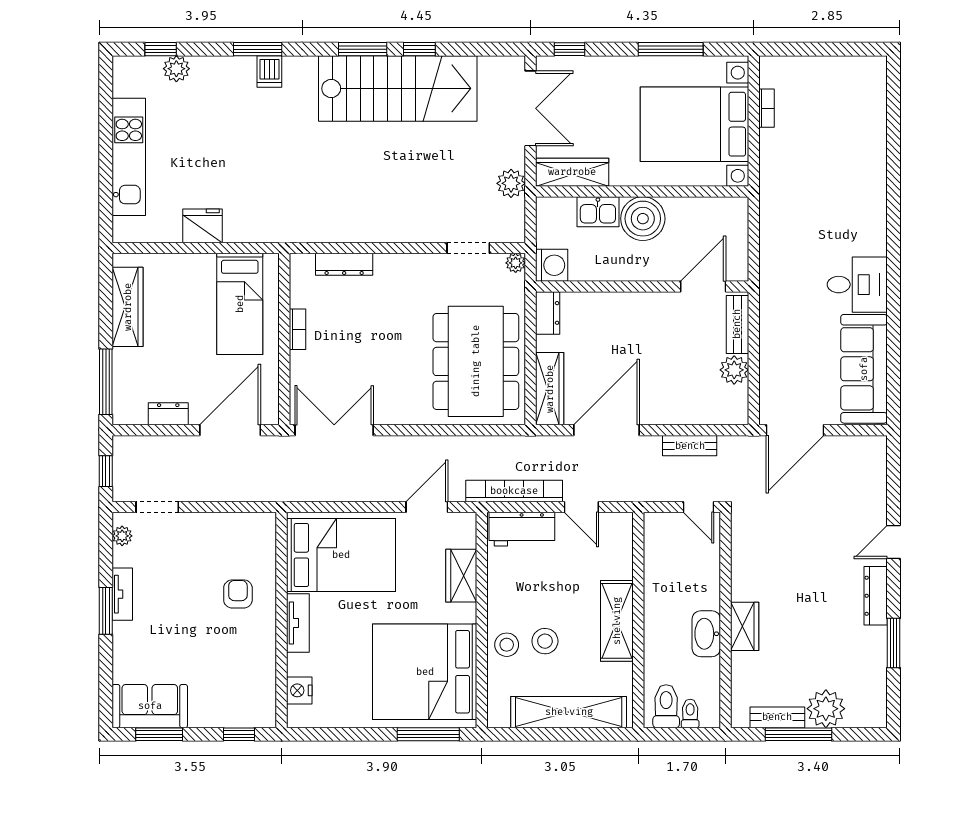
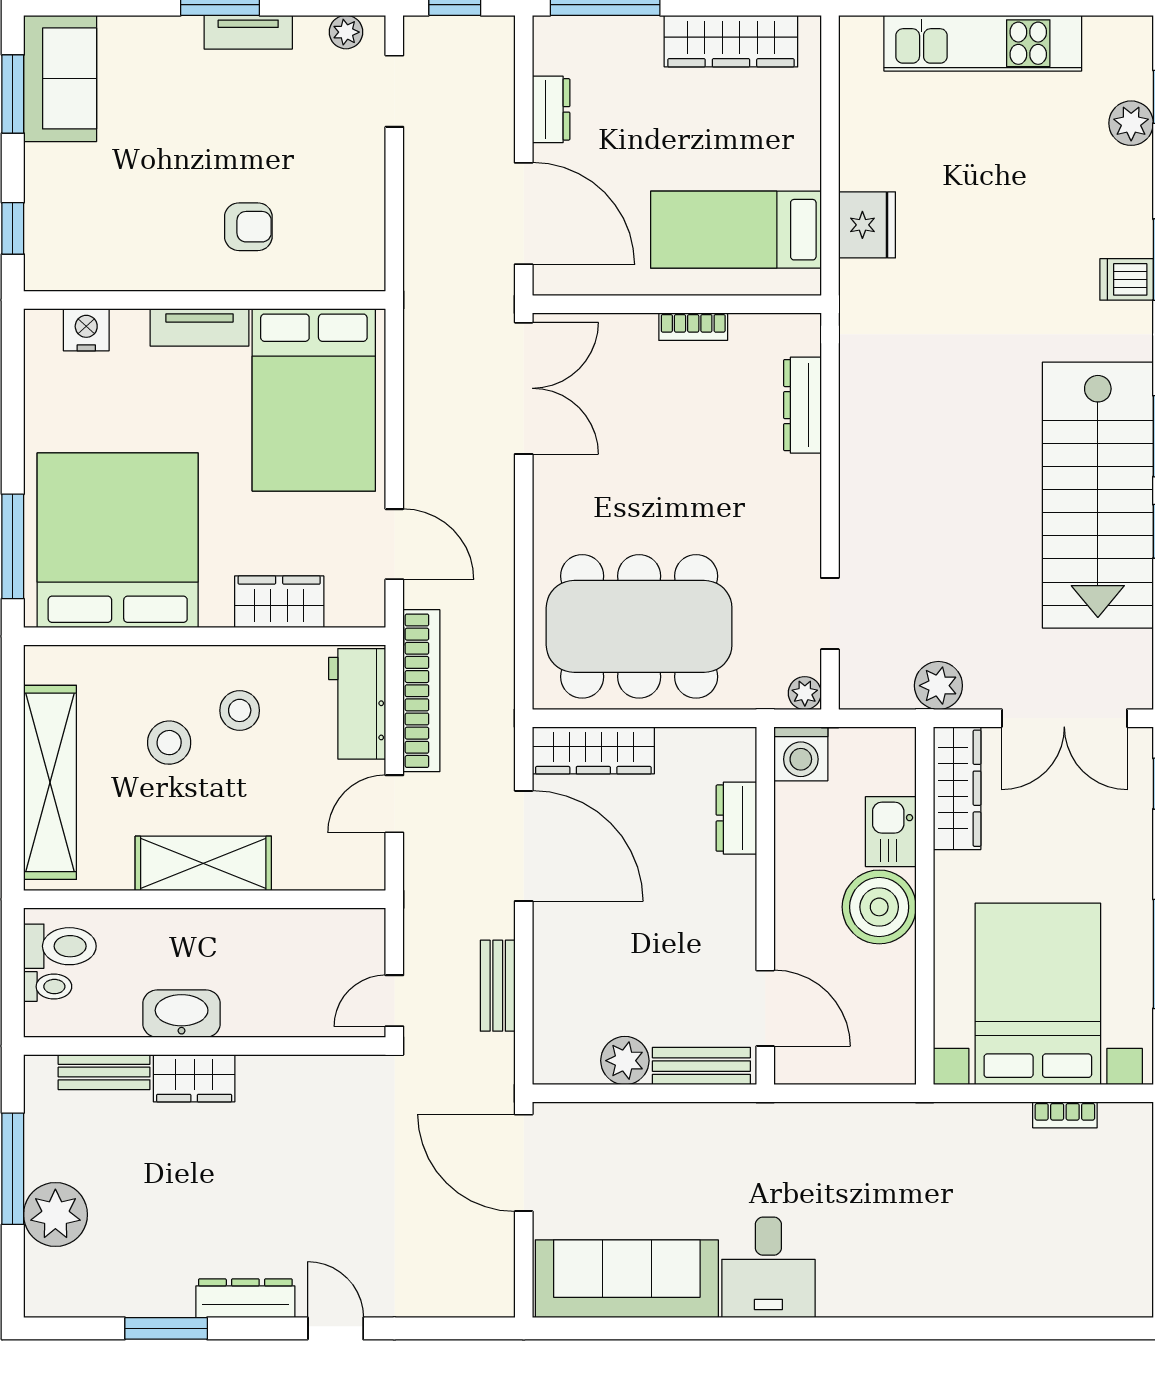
fridge: (202, 226) -> (867, 225), moved
dresser: (548, 313) -> (736, 818), moved, turned 90
stool: (507, 645) -> (240, 710), moved
bench: (777, 717) -> (104, 1072), moved, turned 90

